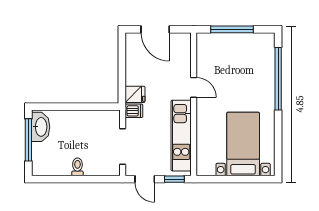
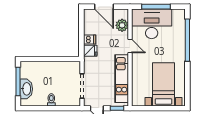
desk: (226, 55) -> (152, 24), added
plant: (182, 57) -> (122, 25), added
dishwasher: (134, 111) -> (90, 40), moved
washbasin: (41, 127) -> (26, 89), moved

